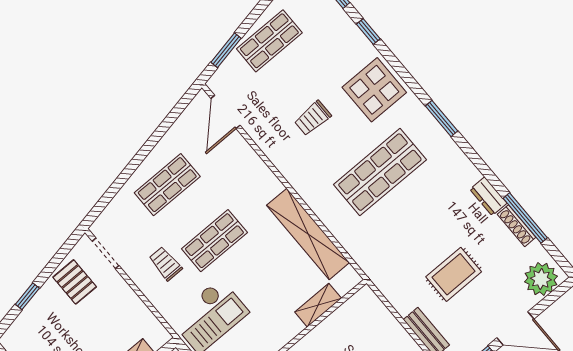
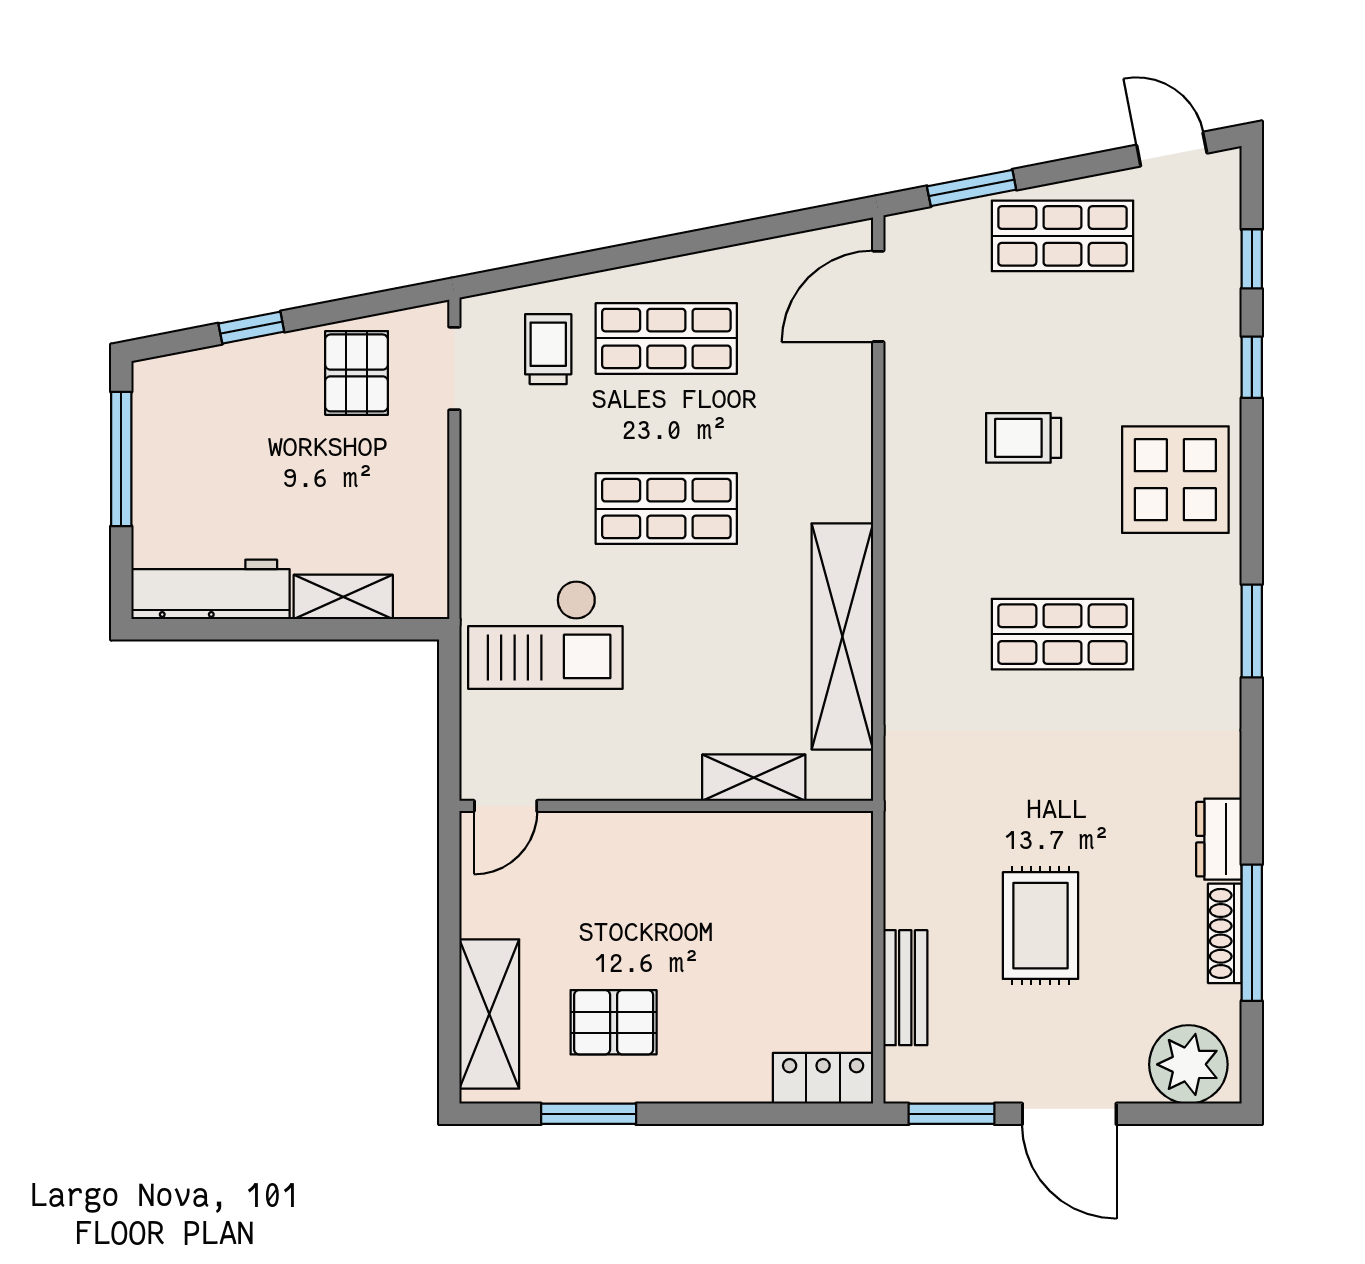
shop shelf: (380, 172) -> (1063, 634), width x0.70, depth x0.74
trolley: (165, 264) -> (548, 349), moved
rug: (454, 274) -> (1040, 926), turned 90

